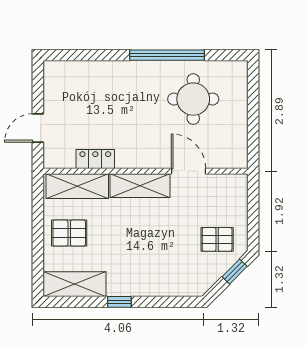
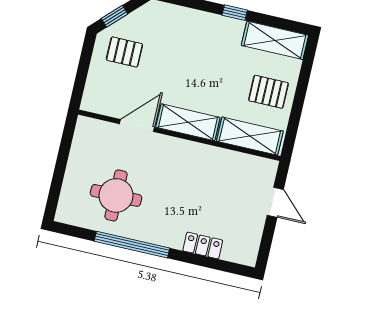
door: (38, 128) -> (275, 202), hinge flipped
locker: (95, 159) -> (203, 245), moved, turned 180
door: (189, 171) -> (137, 126), swing flipped

